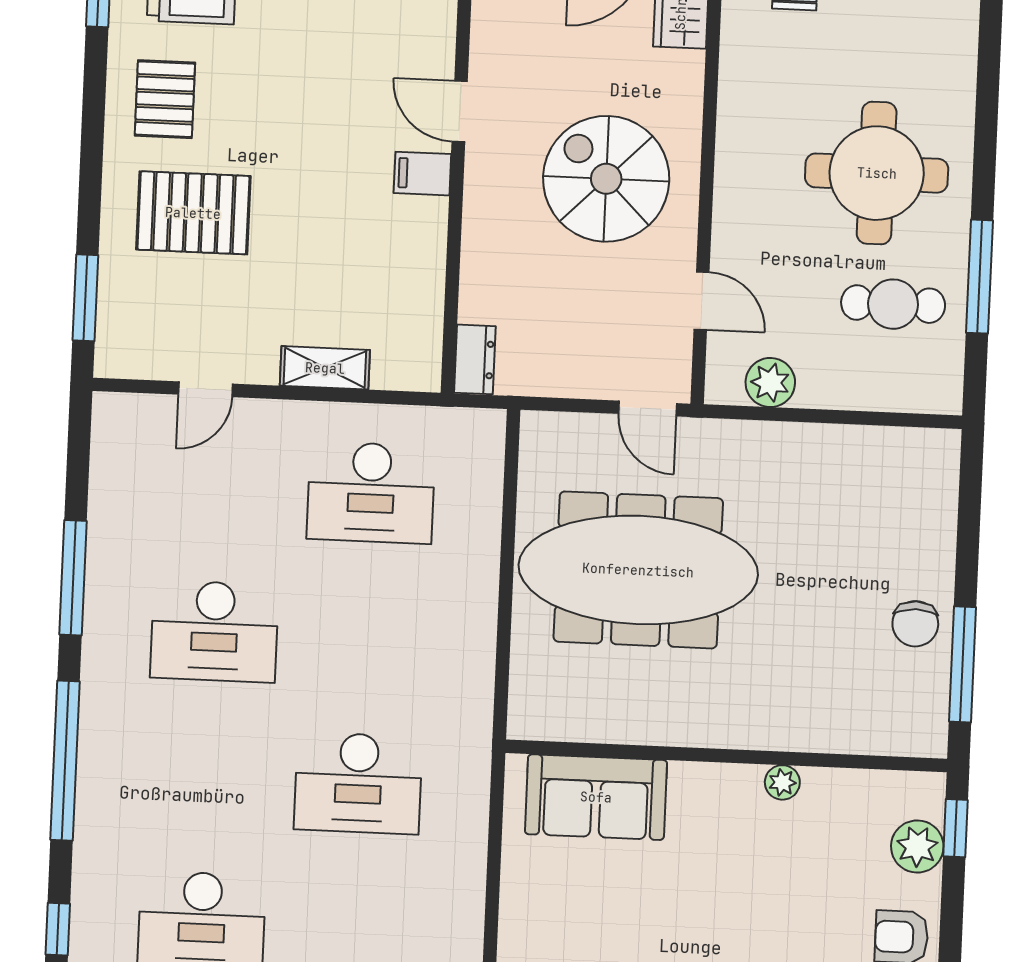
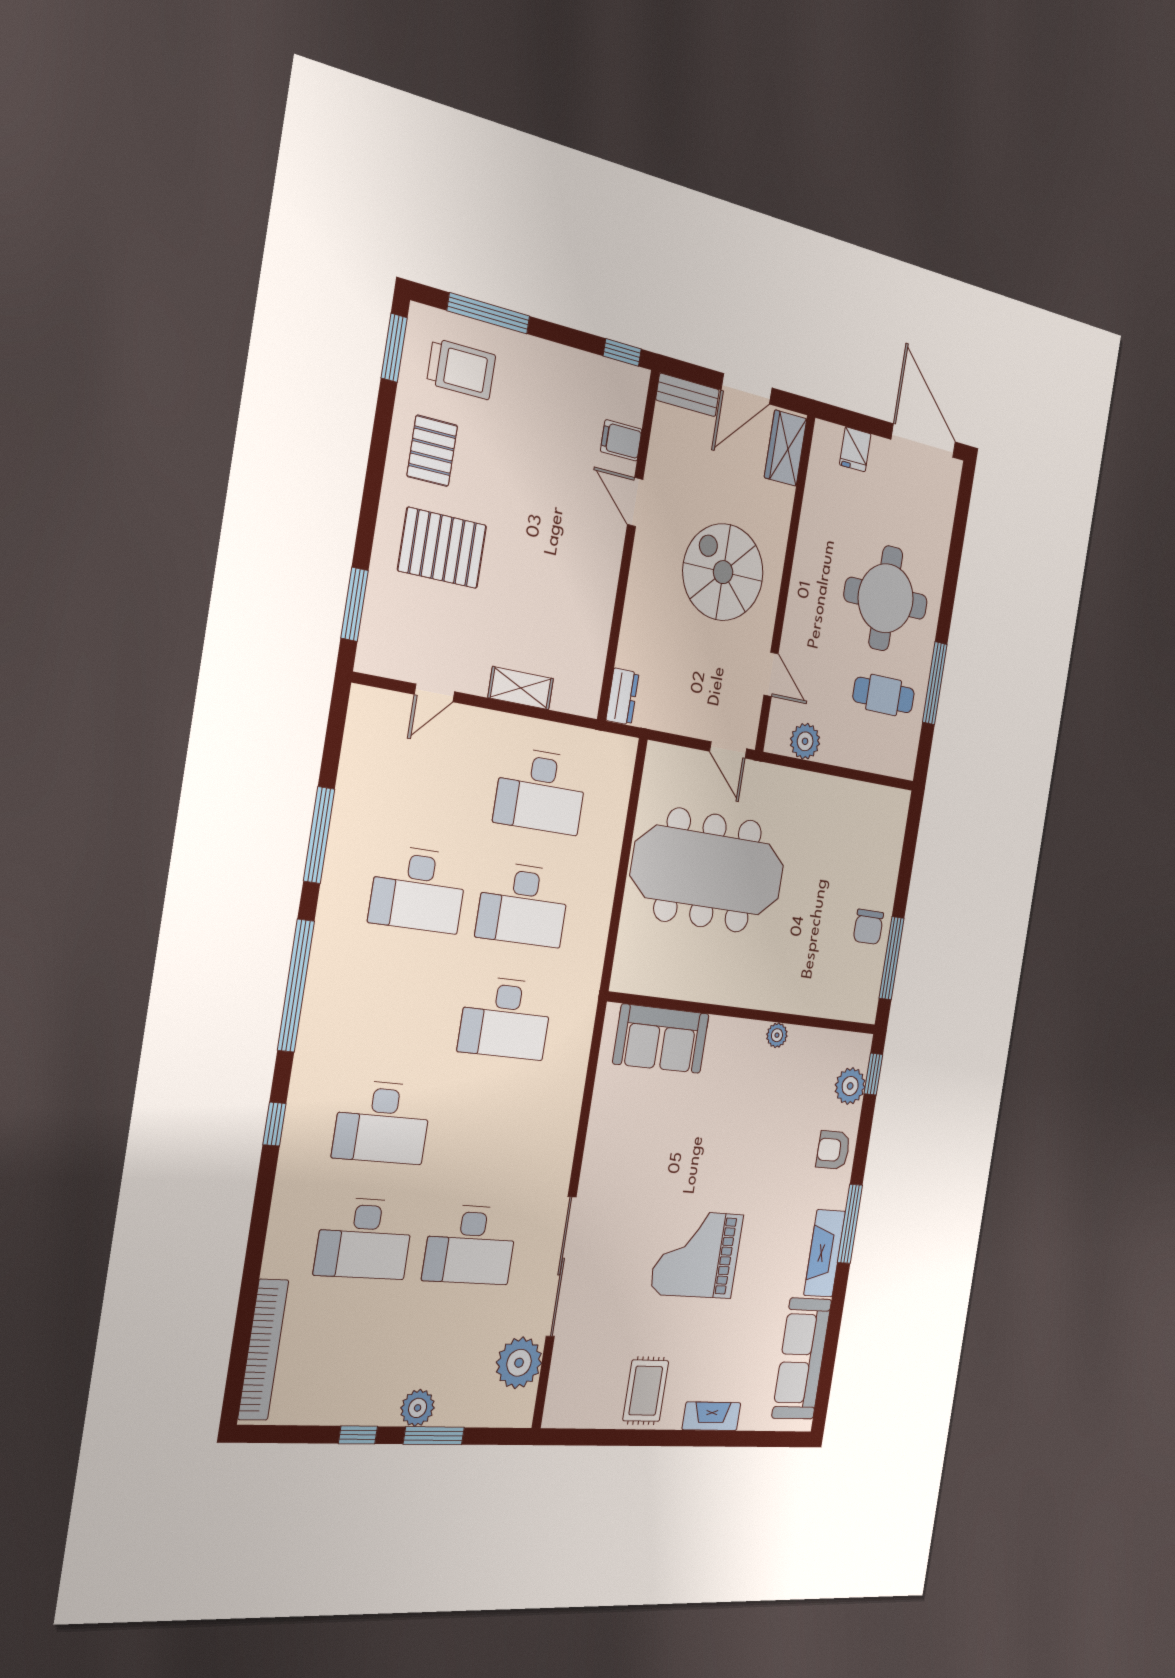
filing cabinet: (422, 174) -> (621, 440), moved
desk: (365, 638) -> (523, 905), added

